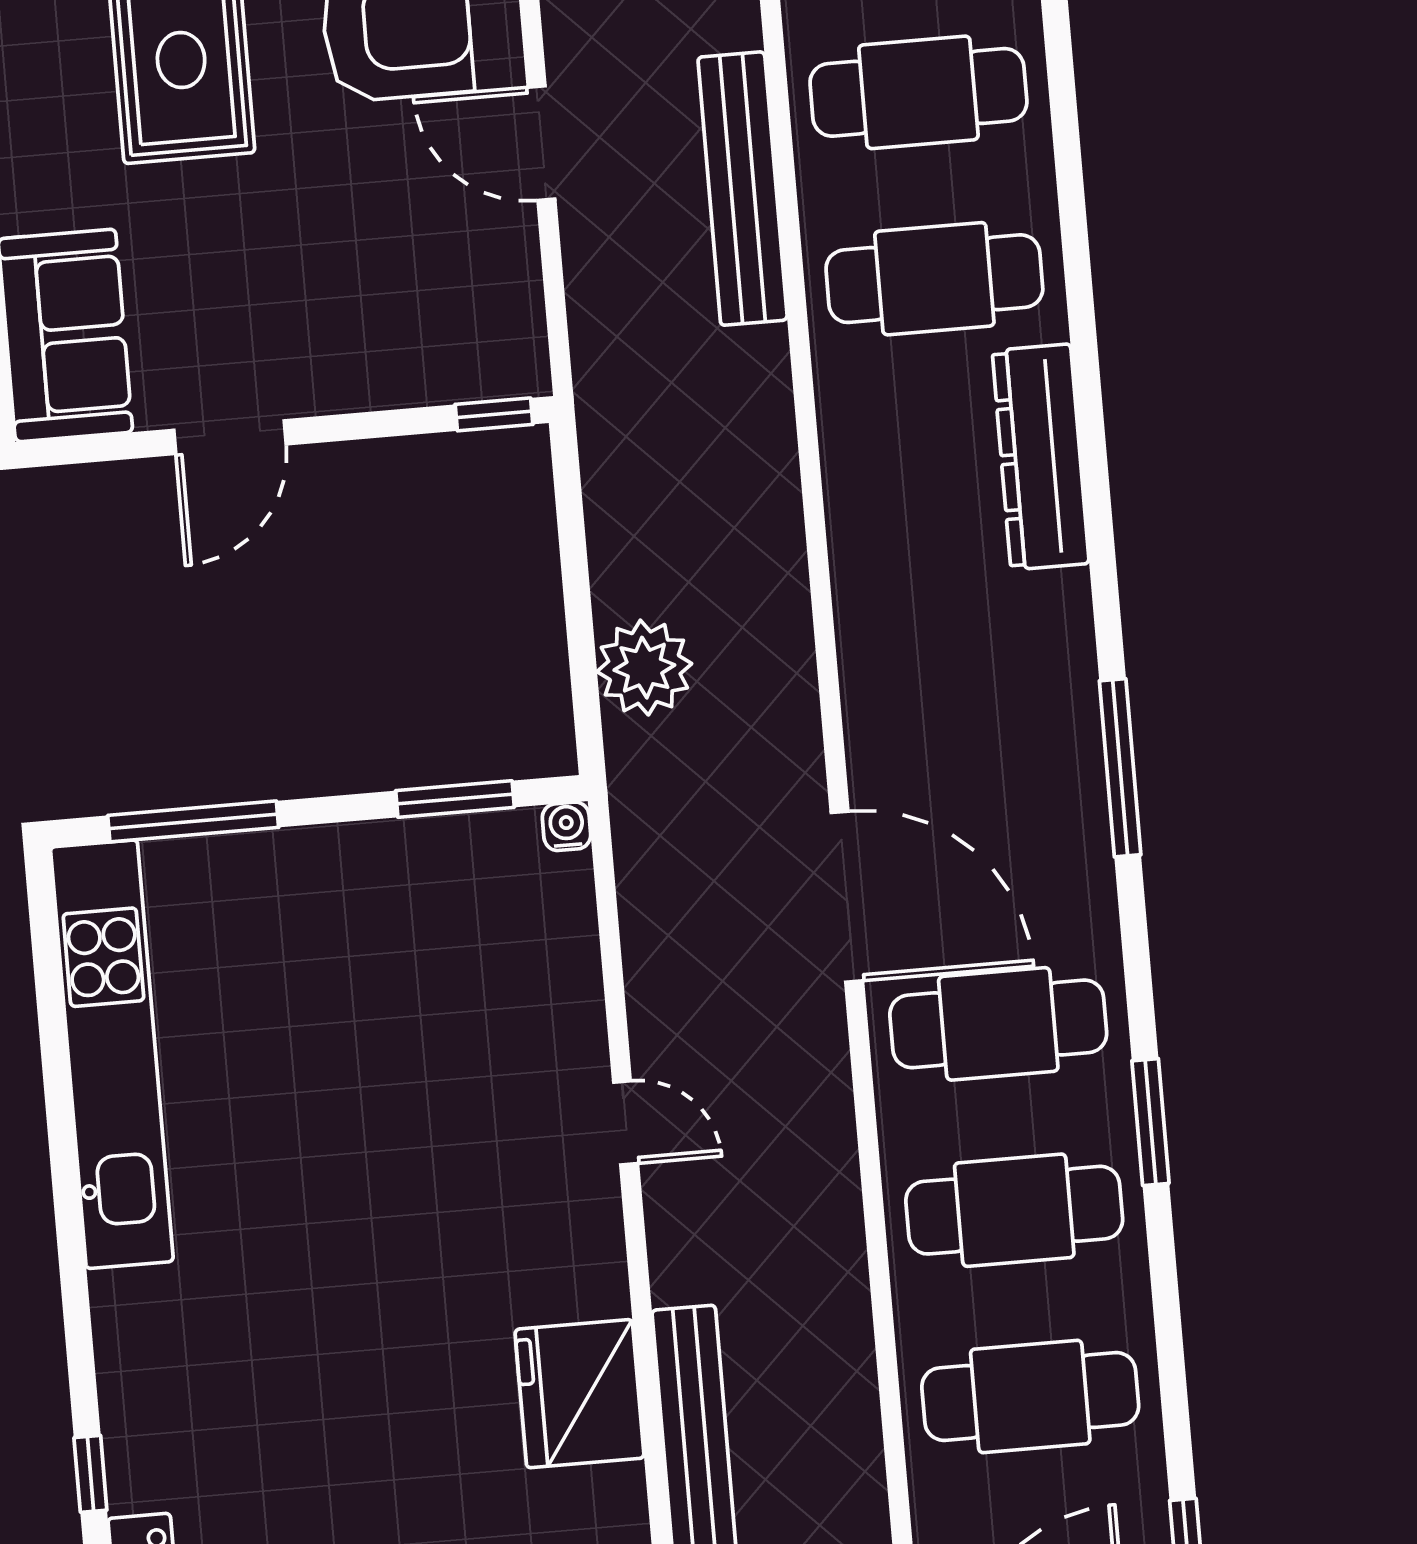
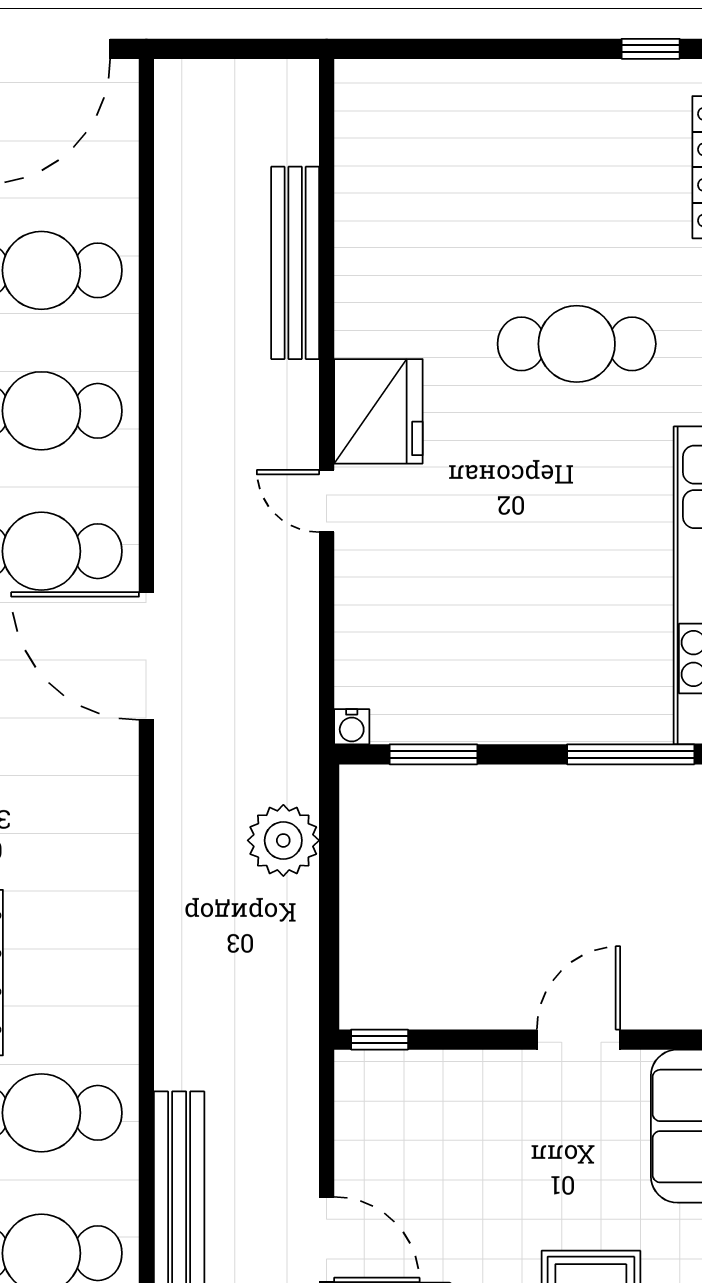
cafe table: (312, 1360) -> (577, 344), added
fridge: (580, 1394) -> (378, 411), moved

